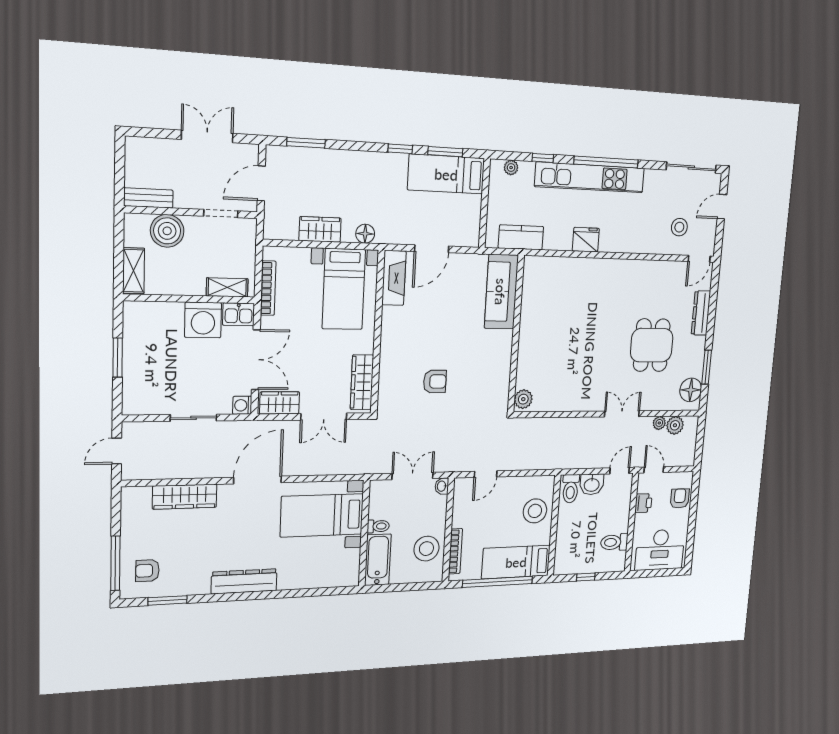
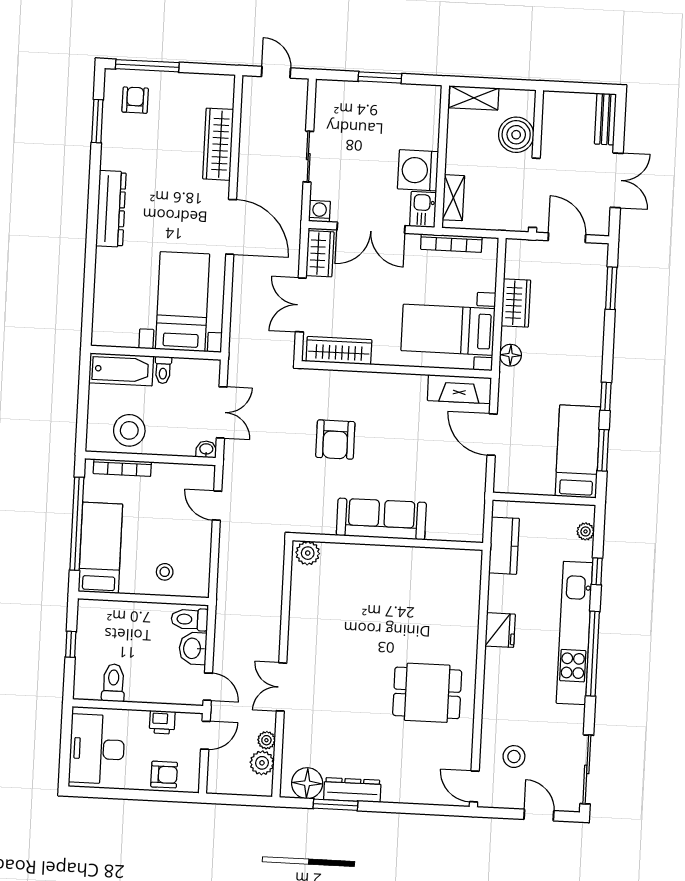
bench: (148, 198) -> (605, 119), moved
doorway: (221, 214) -> (534, 193), width x1.88
sofa: (501, 292) -> (381, 519), moved
dresser: (701, 313) -> (352, 790), moved
dining table: (652, 345) -> (427, 693), moved
armchair: (435, 381) -> (335, 440), width x1.38, depth x1.38
double door: (622, 414) -> (281, 687), swing flipped
stool: (535, 511) -> (165, 572), width x0.53, depth x0.53

